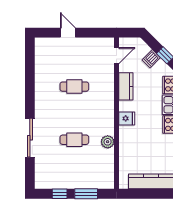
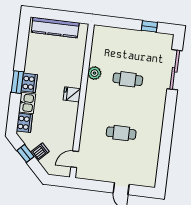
kitchen counter: (126, 86) -> (69, 127), removed
sliding door: (30, 138) -> (175, 70), moved
window: (86, 194) -> (123, 23), removed

